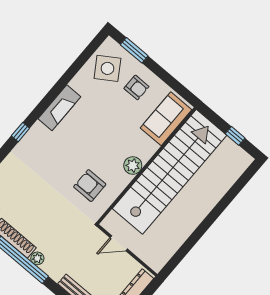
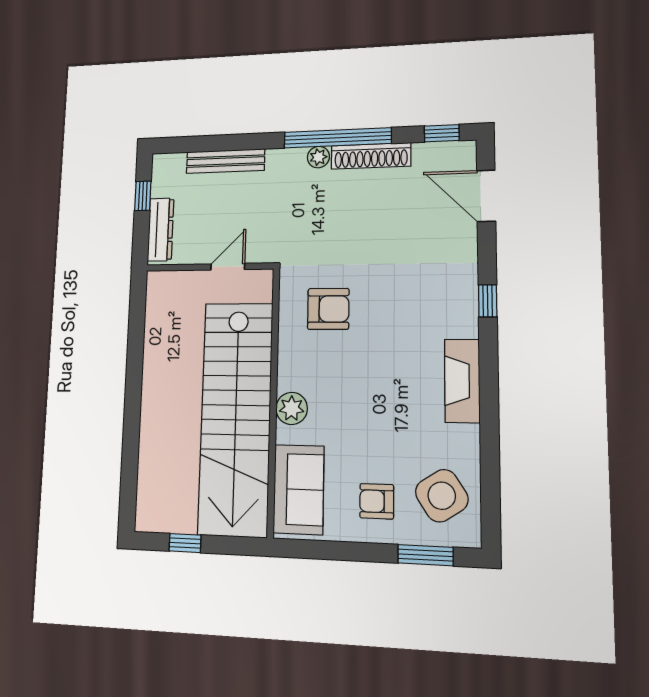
plant: (133, 166) -> (292, 408), moved

